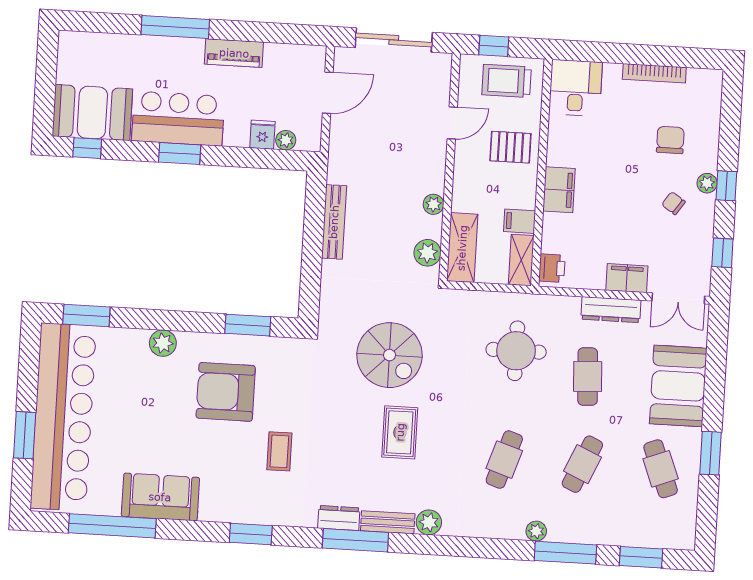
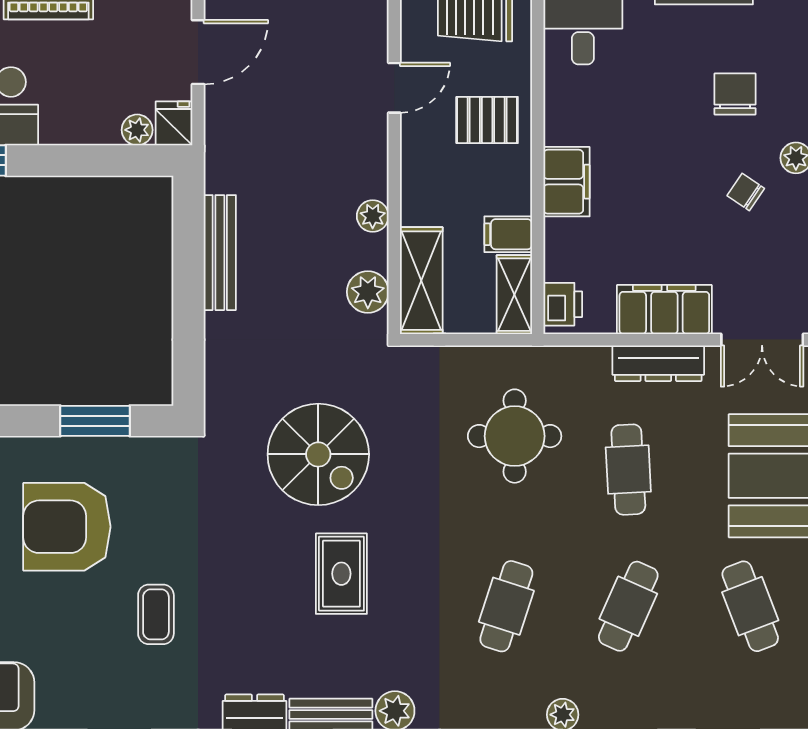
fridge: (262, 135) -> (174, 123), moved
filing cabinet: (627, 278) -> (664, 309), width x1.50, depth x1.17

